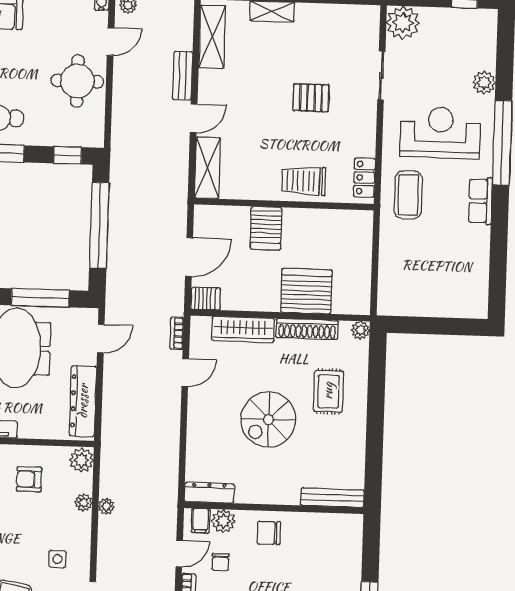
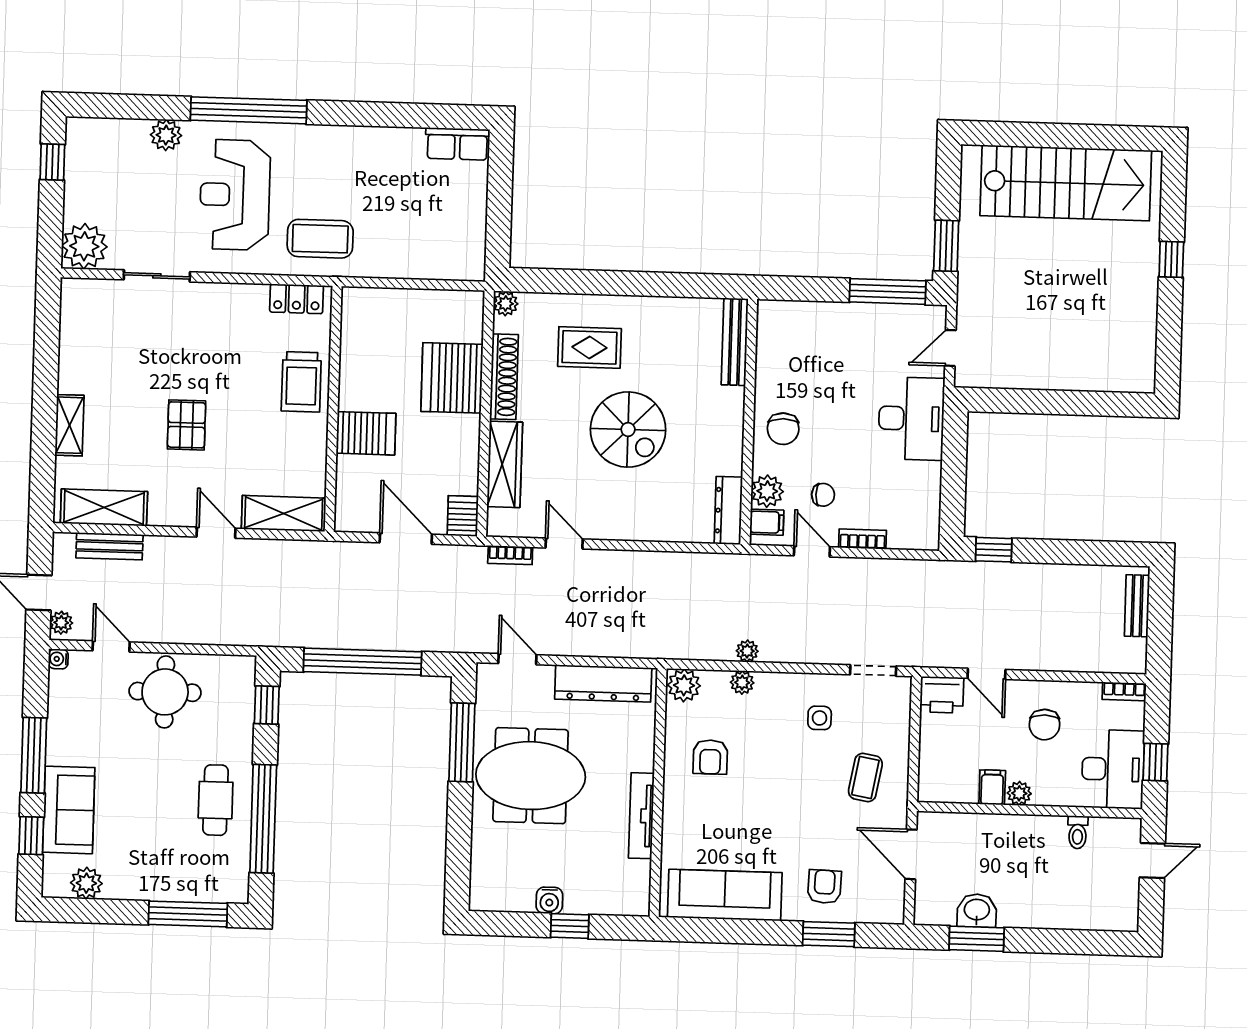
bench: (183, 76) -> (109, 546), moved
pallet: (311, 98) -> (187, 425), moved
row of seats: (480, 201) -> (457, 144), moved

